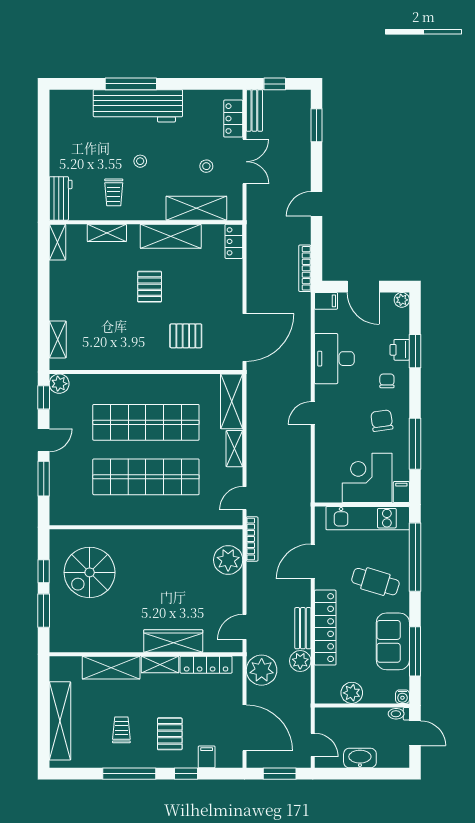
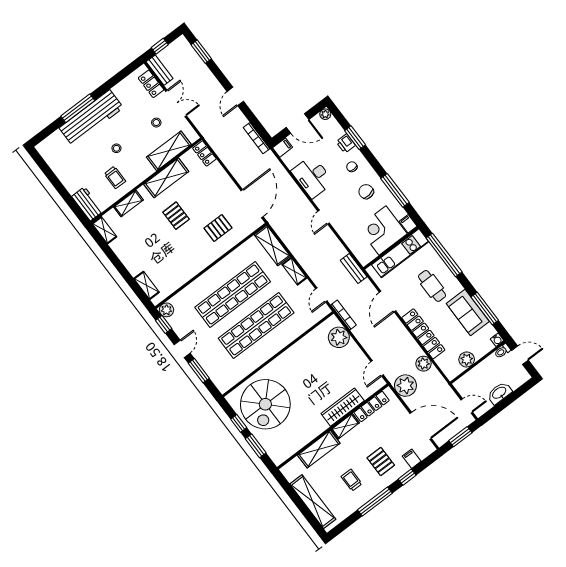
spiral stairs: (90, 572) -> (265, 404), width x1.37, depth x1.37
cafe table: (375, 582) -> (432, 286), turned 73
bench: (303, 628) -> (354, 269), moved

